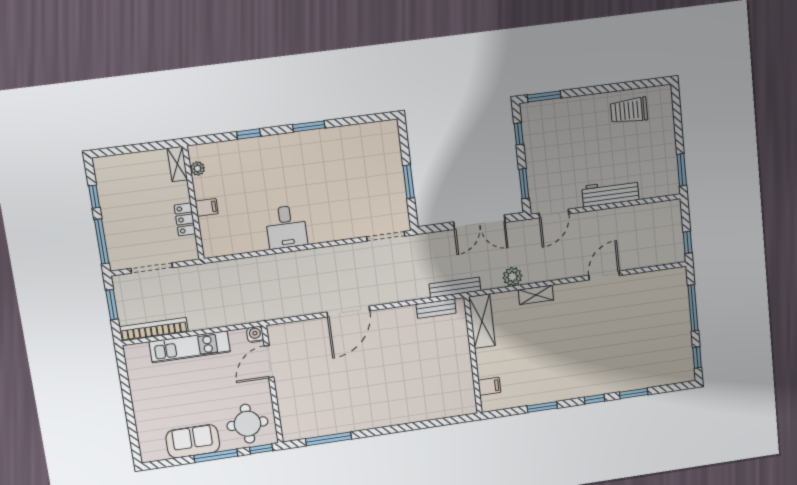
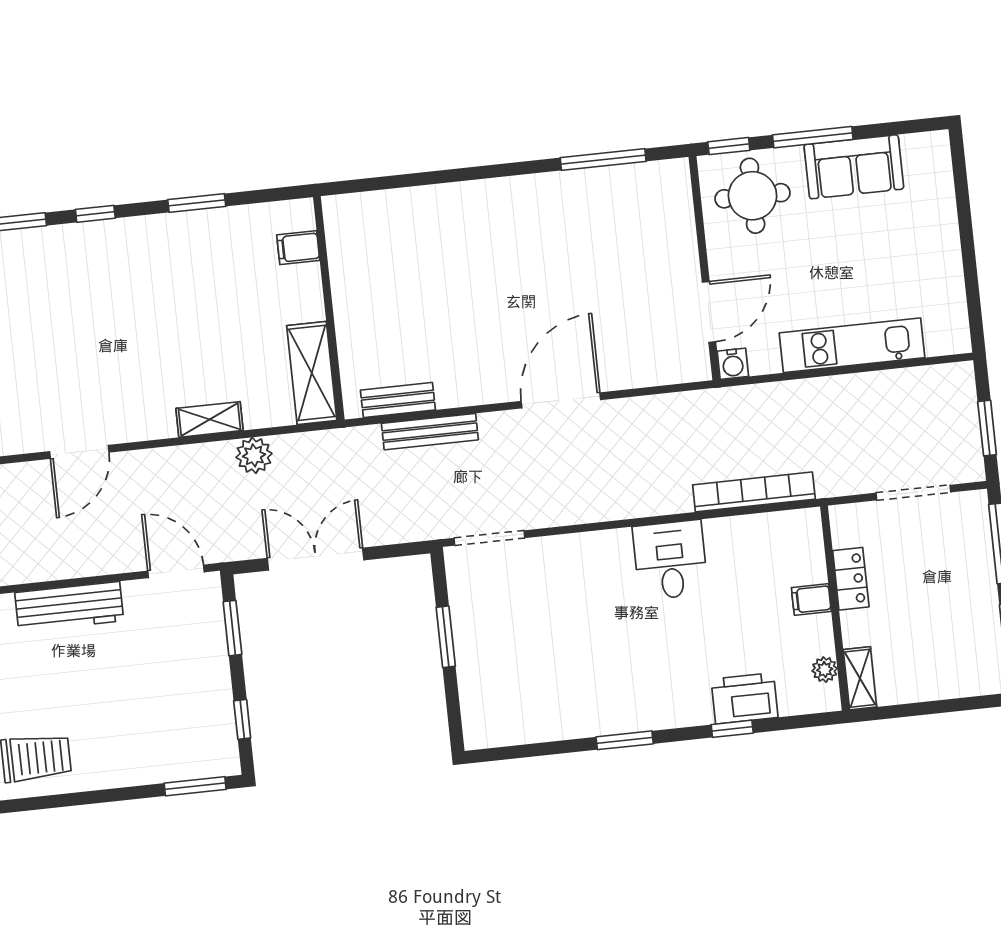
printer: (242, 151) -> (745, 698), added
door: (554, 213) -> (176, 571), hinge flipped
bench: (455, 287) -> (430, 432), moved
bookcase: (154, 329) -> (754, 492), moved, turned 180

